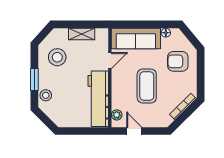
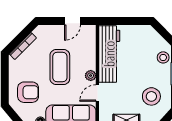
plant: (117, 115) -> (91, 76), moved
door: (134, 131) -> (73, 21), hinge flipped

